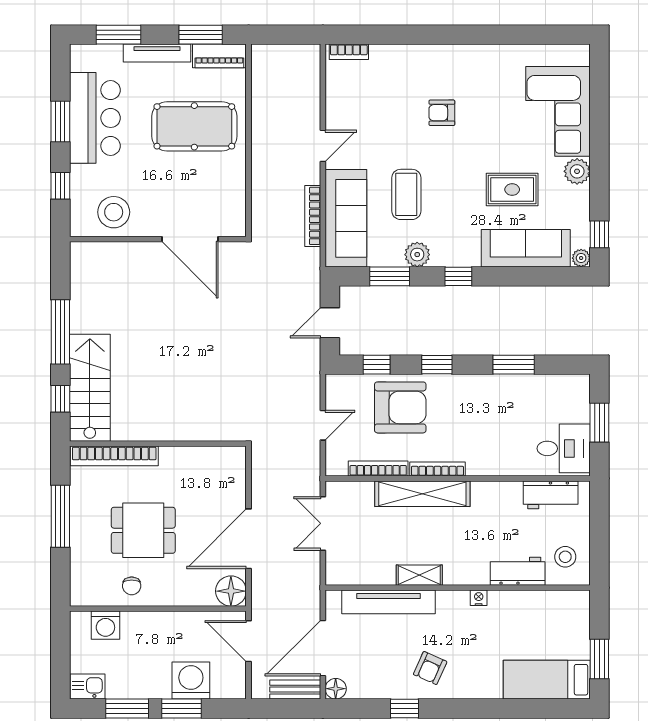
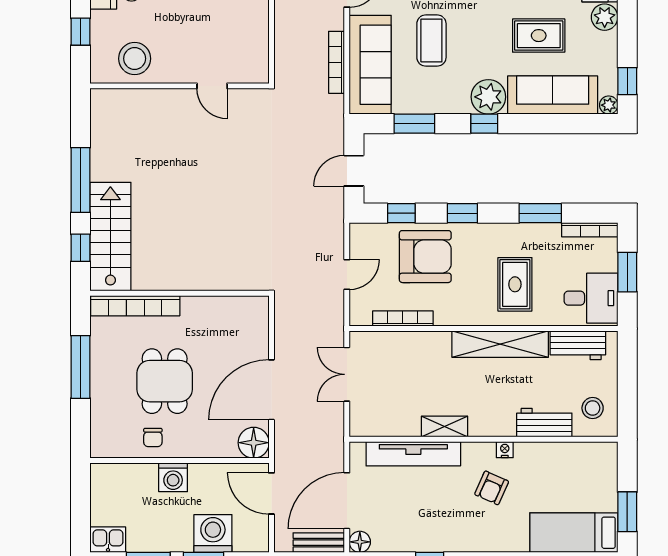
door: (190, 239) -> (212, 86), width x0.53
plant: (417, 255) -> (488, 97), moved, width x1.36, depth x1.36
rug: (489, 435) -> (515, 284), added
bookcase: (437, 469) -> (590, 230), moved, turned 180
shelving: (422, 494) -> (500, 344), moved
dining table: (143, 530) -> (165, 381), turned 90
washing machine: (105, 625) -> (173, 477), moved
armchair: (430, 668) -> (492, 488), moved

